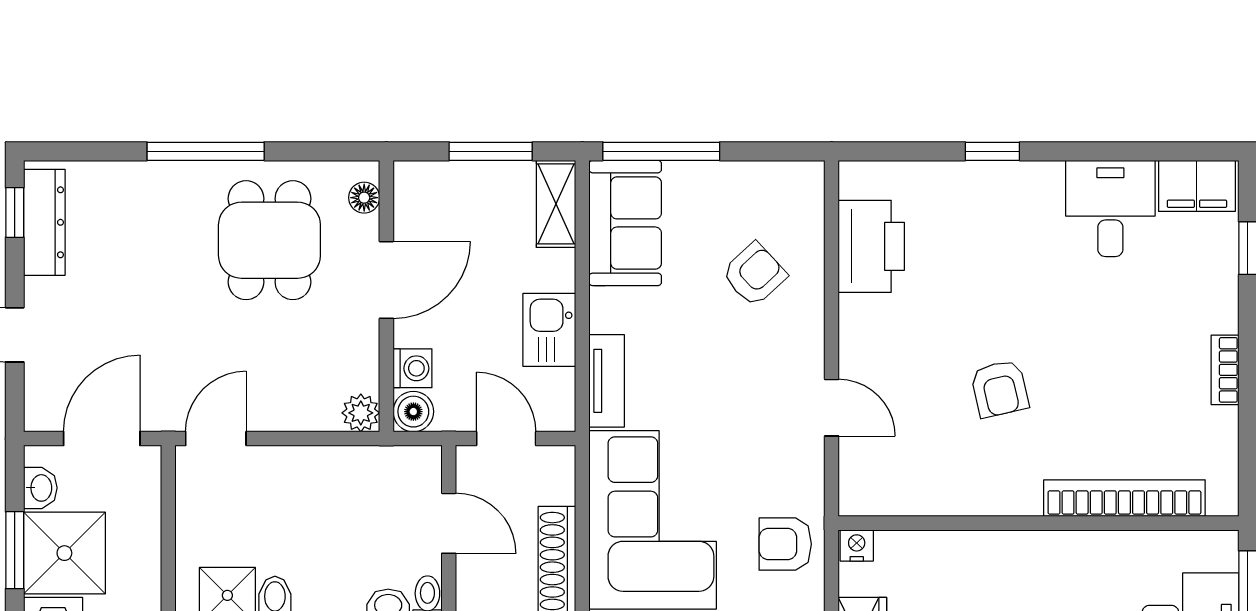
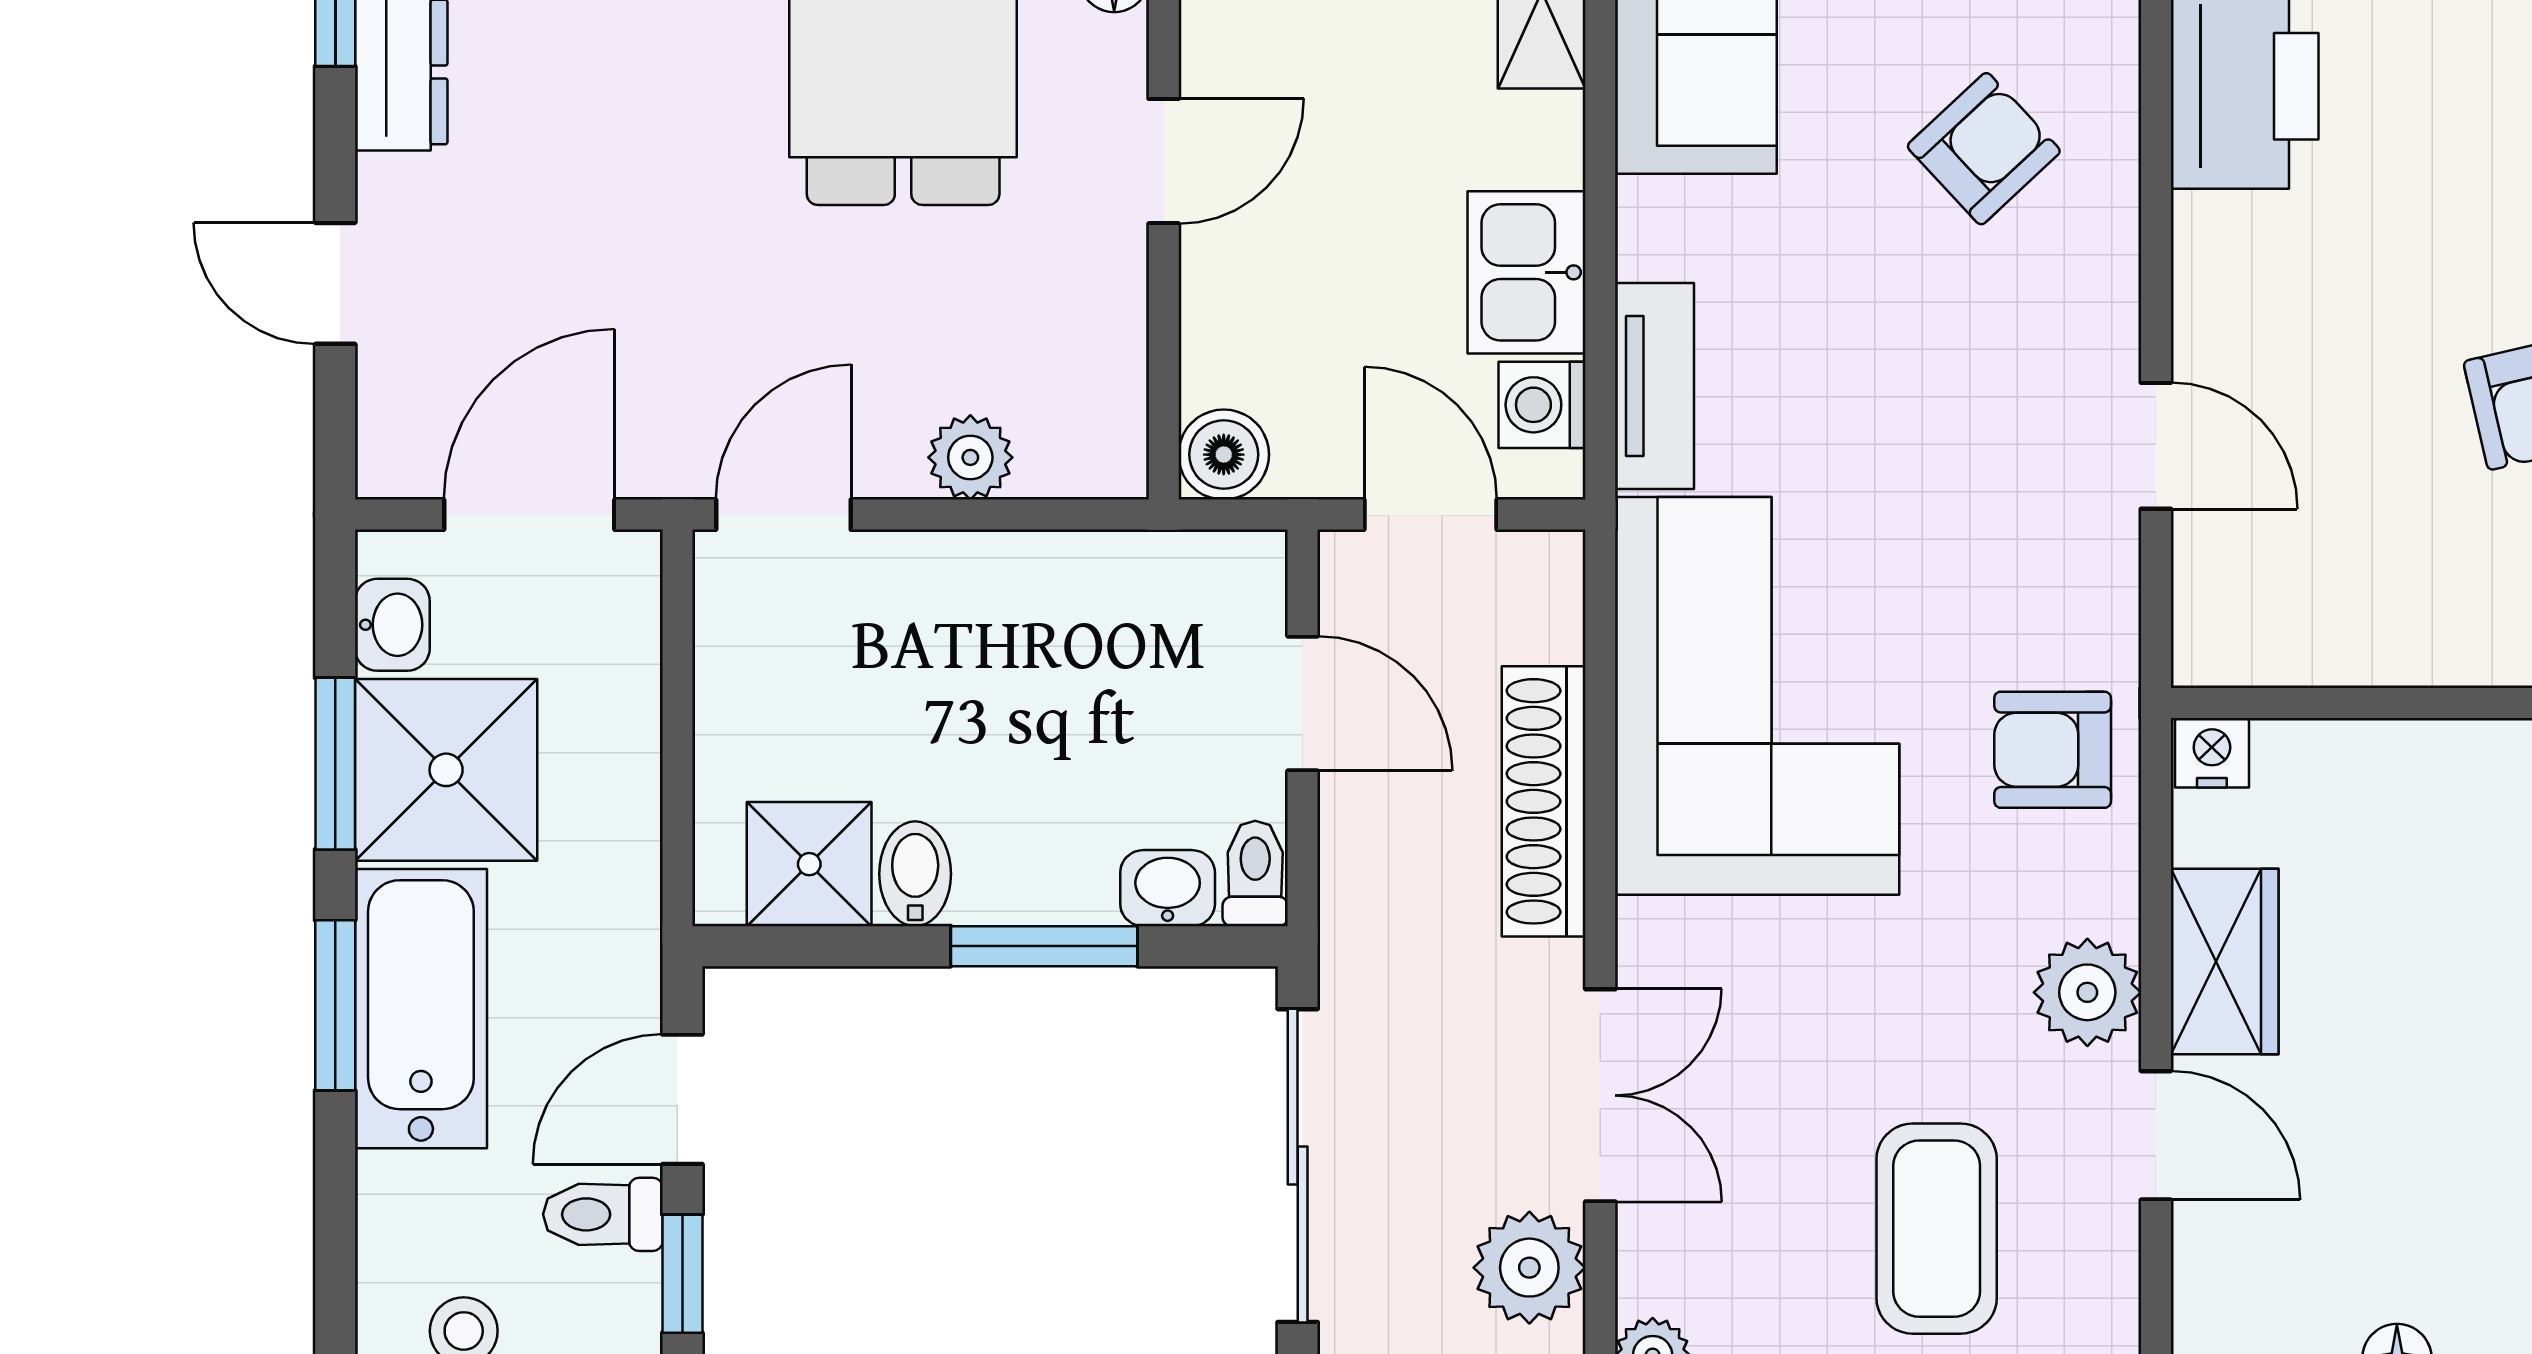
door: (386, 280) -> (1164, 161), width x0.73
washing machine: (413, 368) -> (1542, 405), moved, turned 180
plant: (361, 413) -> (970, 457), moved

